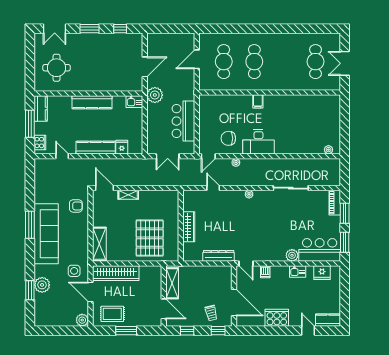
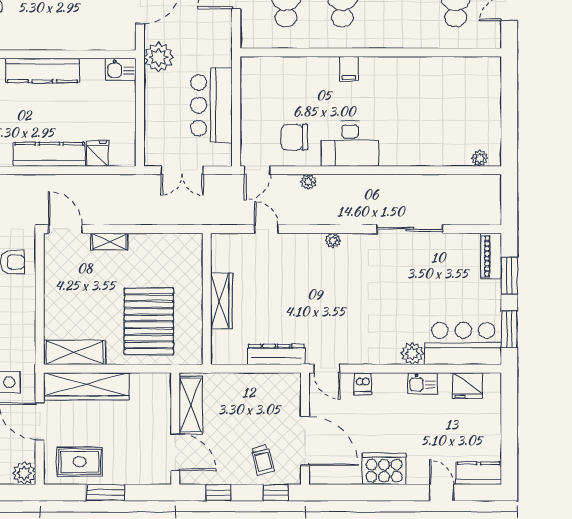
shelving: (99, 244) -> (75, 352), moved, turned 90

